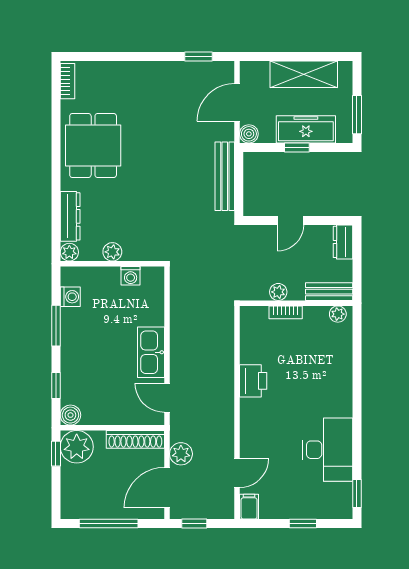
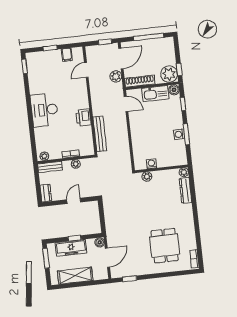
dining table: (93, 145) -> (165, 246), moved
bench: (225, 176) -> (100, 134), moved
plant: (112, 252) -> (147, 177), moved
washing machine: (70, 297) -> (179, 134), moved
kitchen sink: (151, 352) -> (155, 94), moved, turned 90
desk: (328, 450) -> (44, 110), moved
filing cabinet: (249, 507) -> (67, 55), moved

